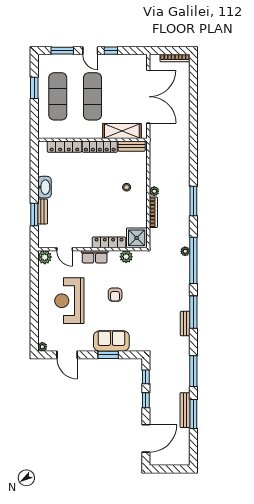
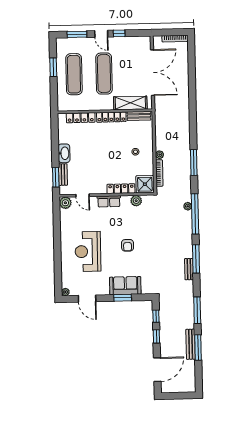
shower: (137, 238) -> (145, 184), moved
locker: (109, 242) -> (121, 189), moved
door: (65, 249) -> (83, 195), moved
wall: (92, 249) -> (107, 195), moved
plant: (45, 257) -> (65, 203), moved
row of seats: (95, 257) -> (109, 201), moved
plant: (126, 257) -> (136, 201), moved

